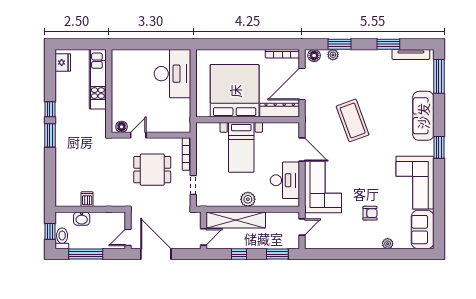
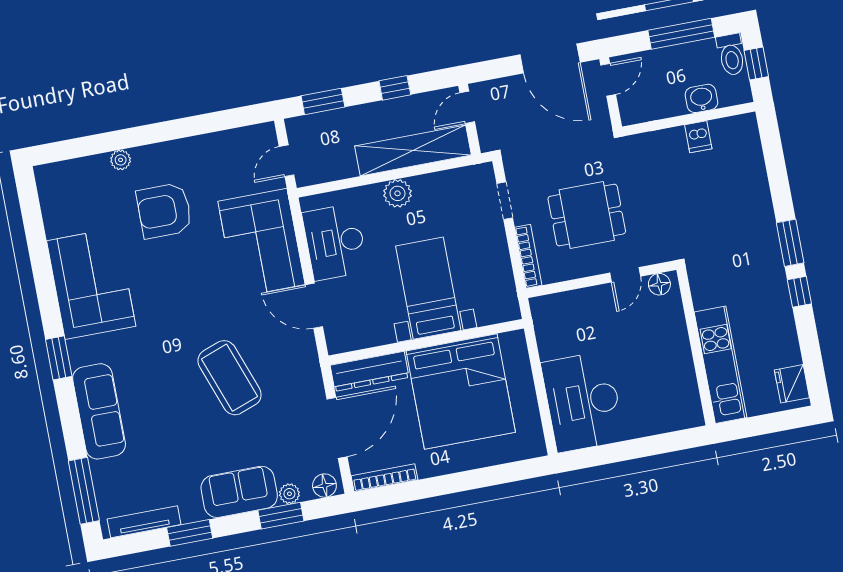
armchair: (370, 213) -> (164, 211), width x1.88, depth x1.88
sofa: (423, 230) -> (239, 492), moved, turned -90

